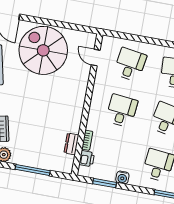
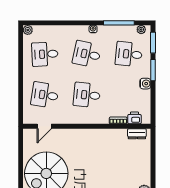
dresser: (71, 144) -> (137, 134), moved
window: (33, 170) -> (153, 164), removed
window: (105, 183) -> (153, 70), moved

